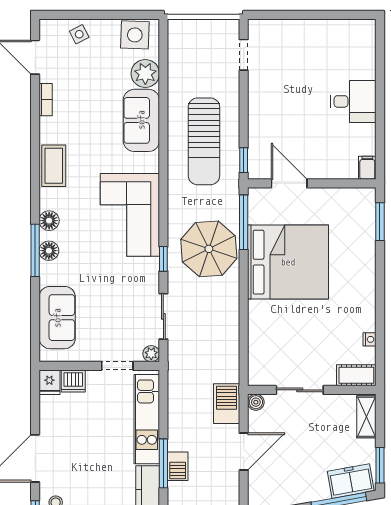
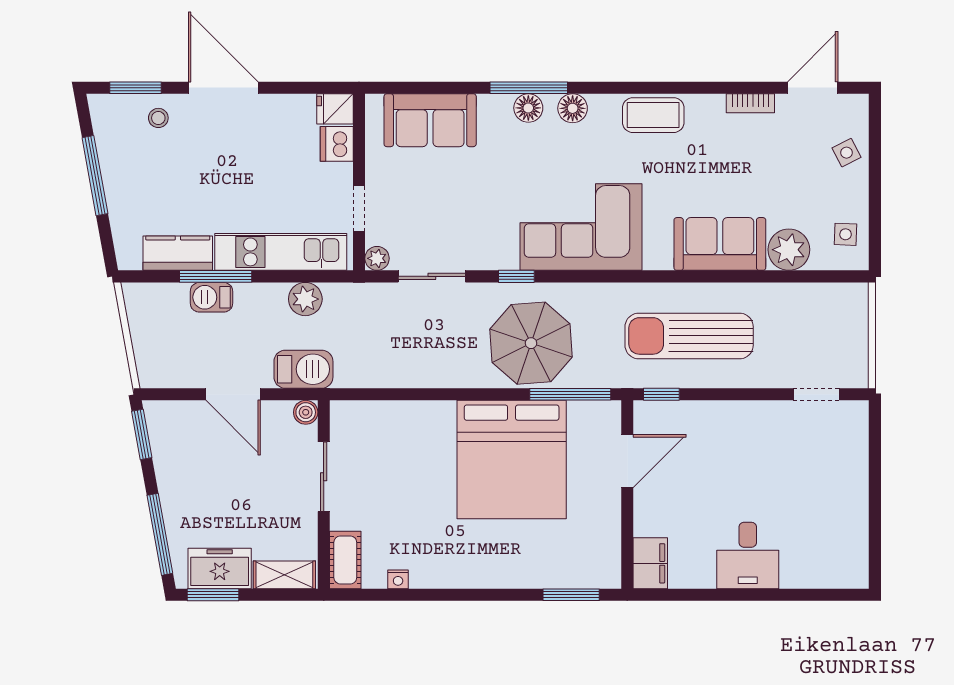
side table: (135, 35) -> (846, 234), width x0.54, depth x0.54
filing cabinet: (367, 168) -> (650, 563), width x2.00
plant: (179, 402) -> (305, 299), added
freezer: (351, 481) -> (220, 568), moved, turned -80

